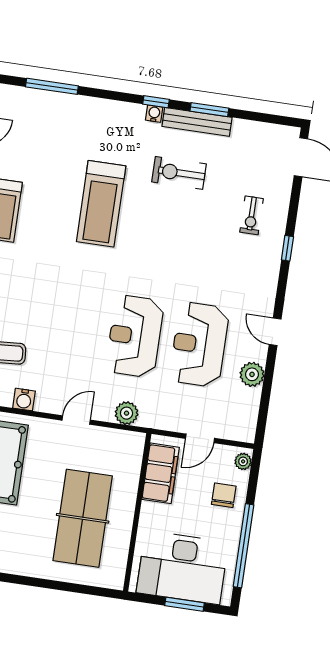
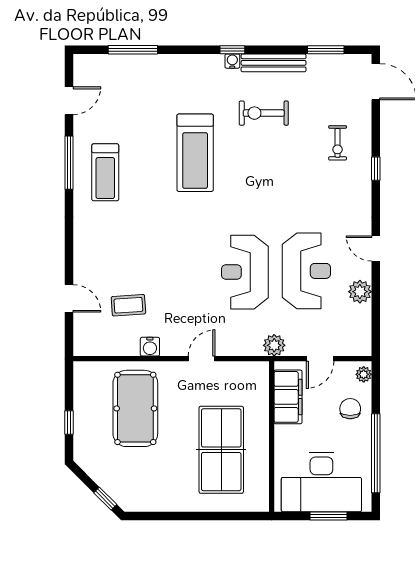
window: (209, 110) -> (326, 50), moved
reception desk: (199, 344) -> (306, 271), turned 180
plant: (127, 413) -> (274, 345), moved

